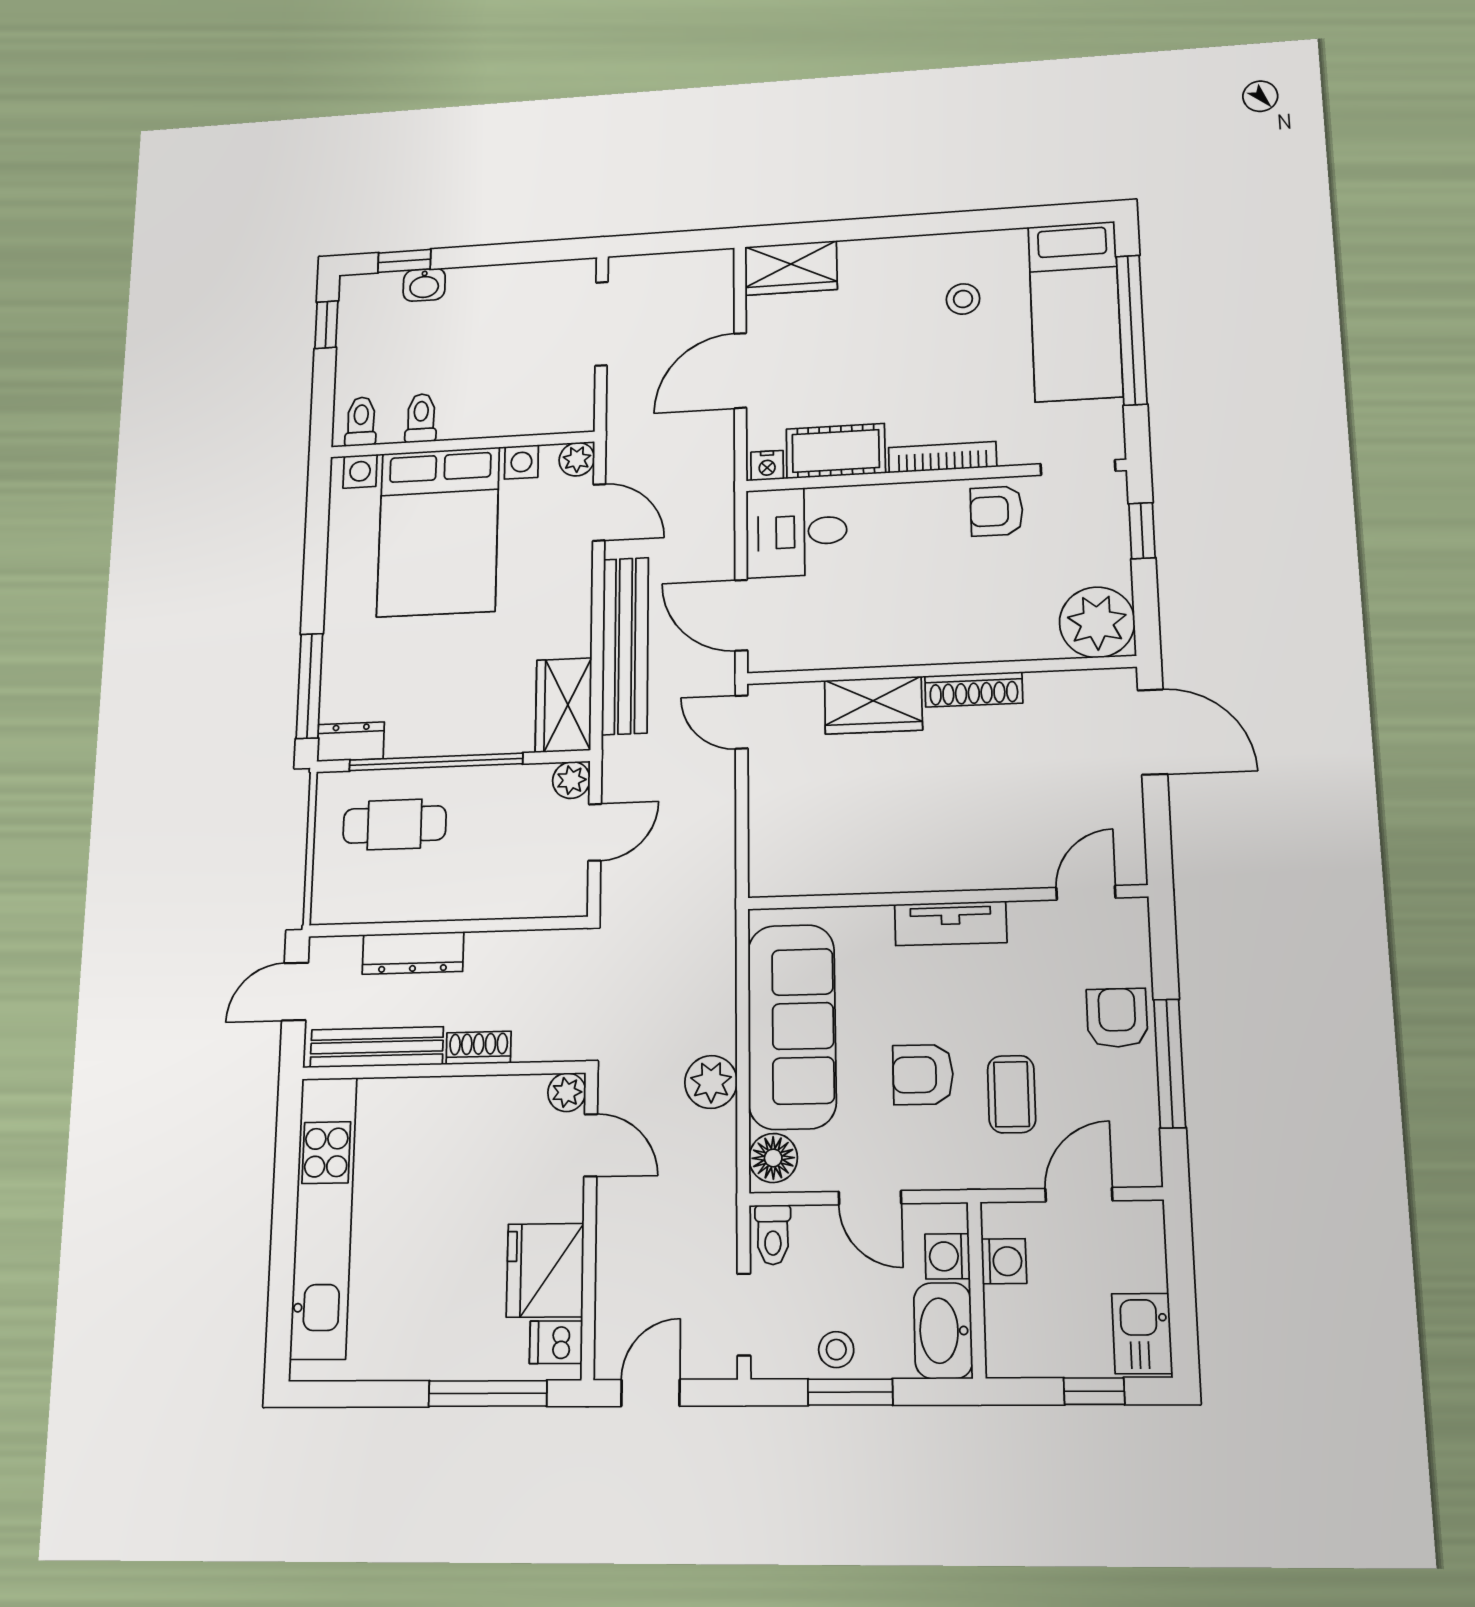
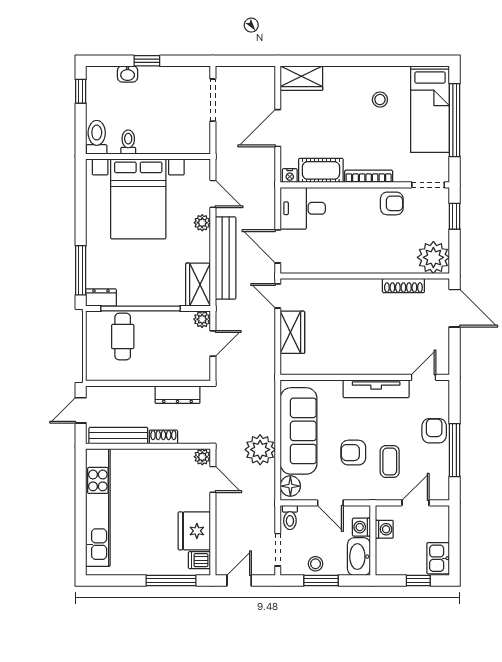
window: (404, 261) -> (147, 61), moved
toilet: (361, 421) -> (97, 137), width x1.37, depth x1.39
plant: (577, 459) -> (202, 223), moved
armchair: (997, 511) -> (392, 203), turned 180
shoe rack: (974, 689) -> (403, 286), moved
wardrobe: (873, 705) -> (292, 332), moved, turned -90
cafe table: (395, 824) -> (123, 337), turned 90
tv unit: (951, 923) -> (376, 389), width x1.41
dresser: (413, 953) -> (177, 395), moved
plant: (711, 1082) -> (260, 450), width x1.36, depth x1.36

